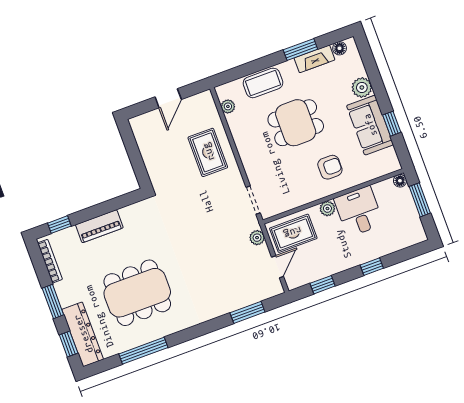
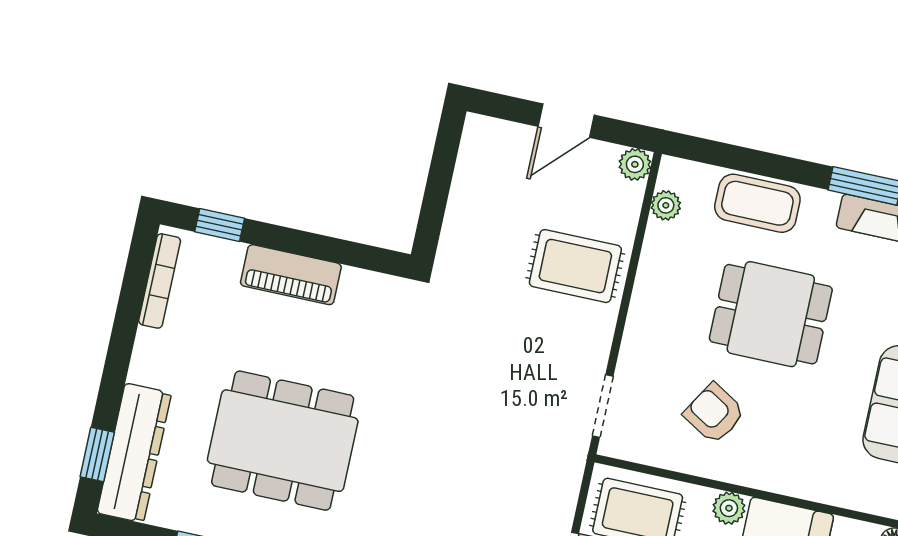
rug: (208, 152) -> (575, 266), turned 90
armchair: (330, 167) -> (714, 413), moved, turned -149
plant: (257, 238) -> (635, 164), moved
window: (53, 302) -> (118, 358), removed

